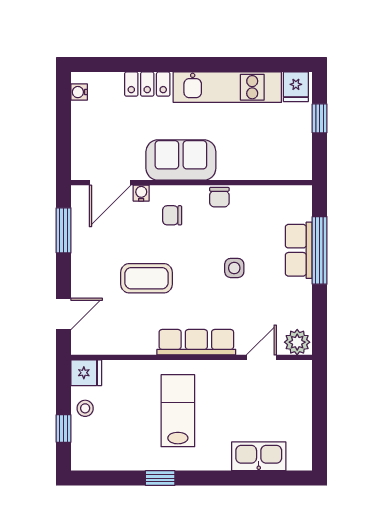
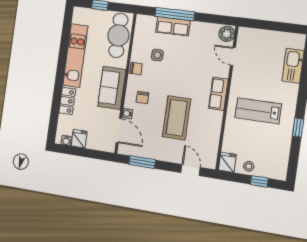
fridge: (296, 87) -> (79, 139), moved, turned -90
cafe table: (272, 158) -> (118, 35), added
side table: (234, 268) -> (157, 55), moved
coffee table: (146, 278) -> (177, 118), width x1.36, depth x1.32
row of seats: (196, 342) -> (218, 94), width x0.68

